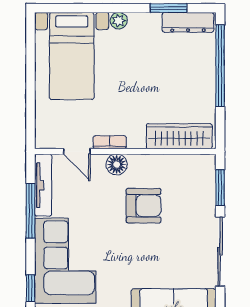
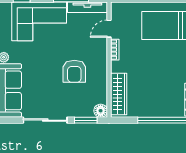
floor lamp: (117, 164) -> (101, 111), moved

